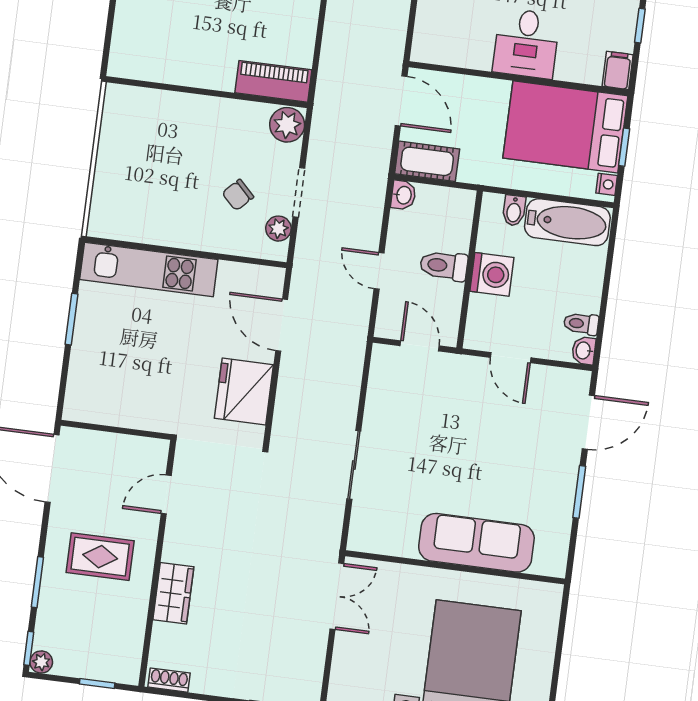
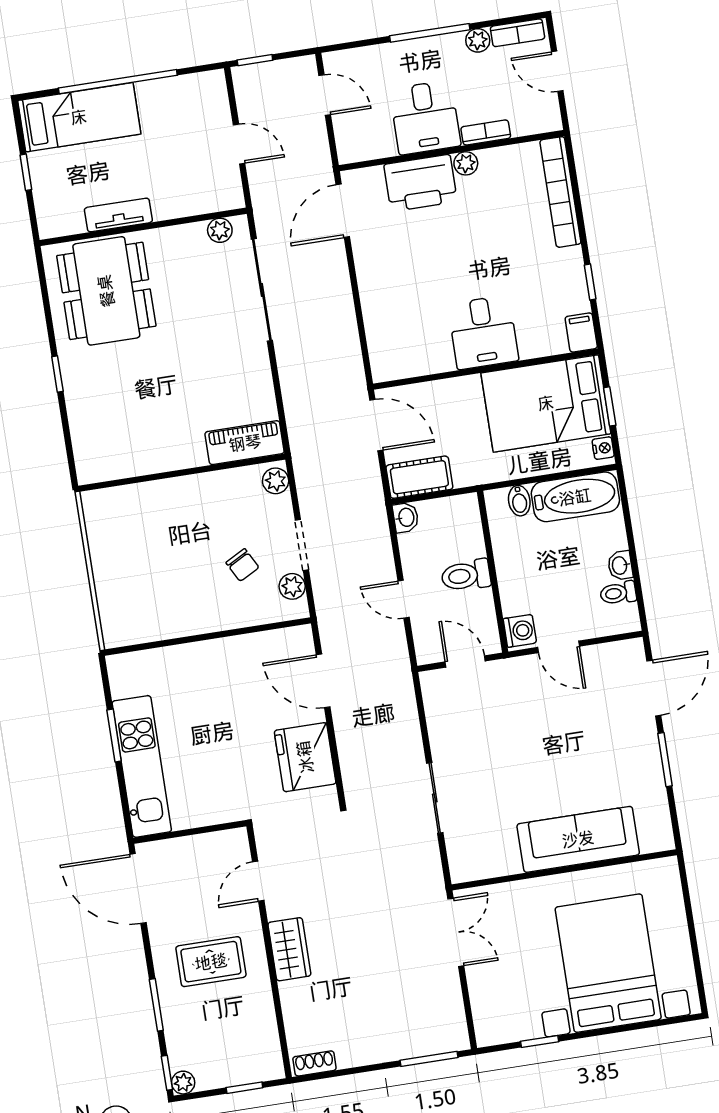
plant: (287, 125) -> (276, 481), width x0.73, depth x0.73
chair: (238, 195) -> (242, 565), turned -73
kitchen unit: (149, 269) -> (142, 766), moved, turned -90
washing machine: (492, 274) -> (520, 631), moved, width x0.73, depth x0.73
washbasin: (584, 351) -> (620, 565), moved
wardrobe: (173, 593) -> (289, 949), moved

